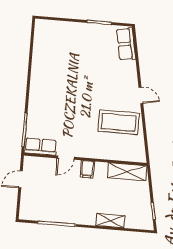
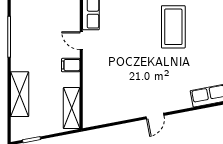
coffee table: (119, 122) -> (173, 27), moved
shelving: (110, 221) -> (20, 94), width x1.50, depth x1.33

